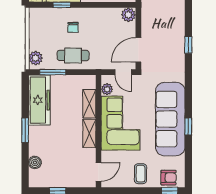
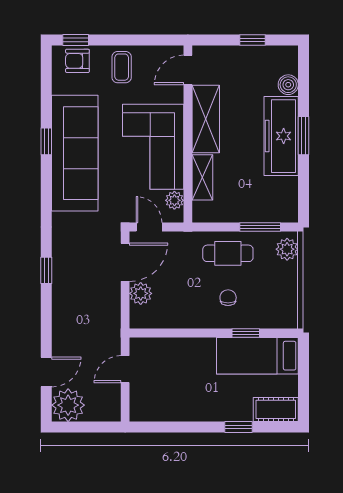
plant: (128, 15) -> (141, 293), moved
freezer: (39, 100) -> (281, 136), moved
shelving: (89, 133) -> (206, 119), width x1.50, depth x1.33

